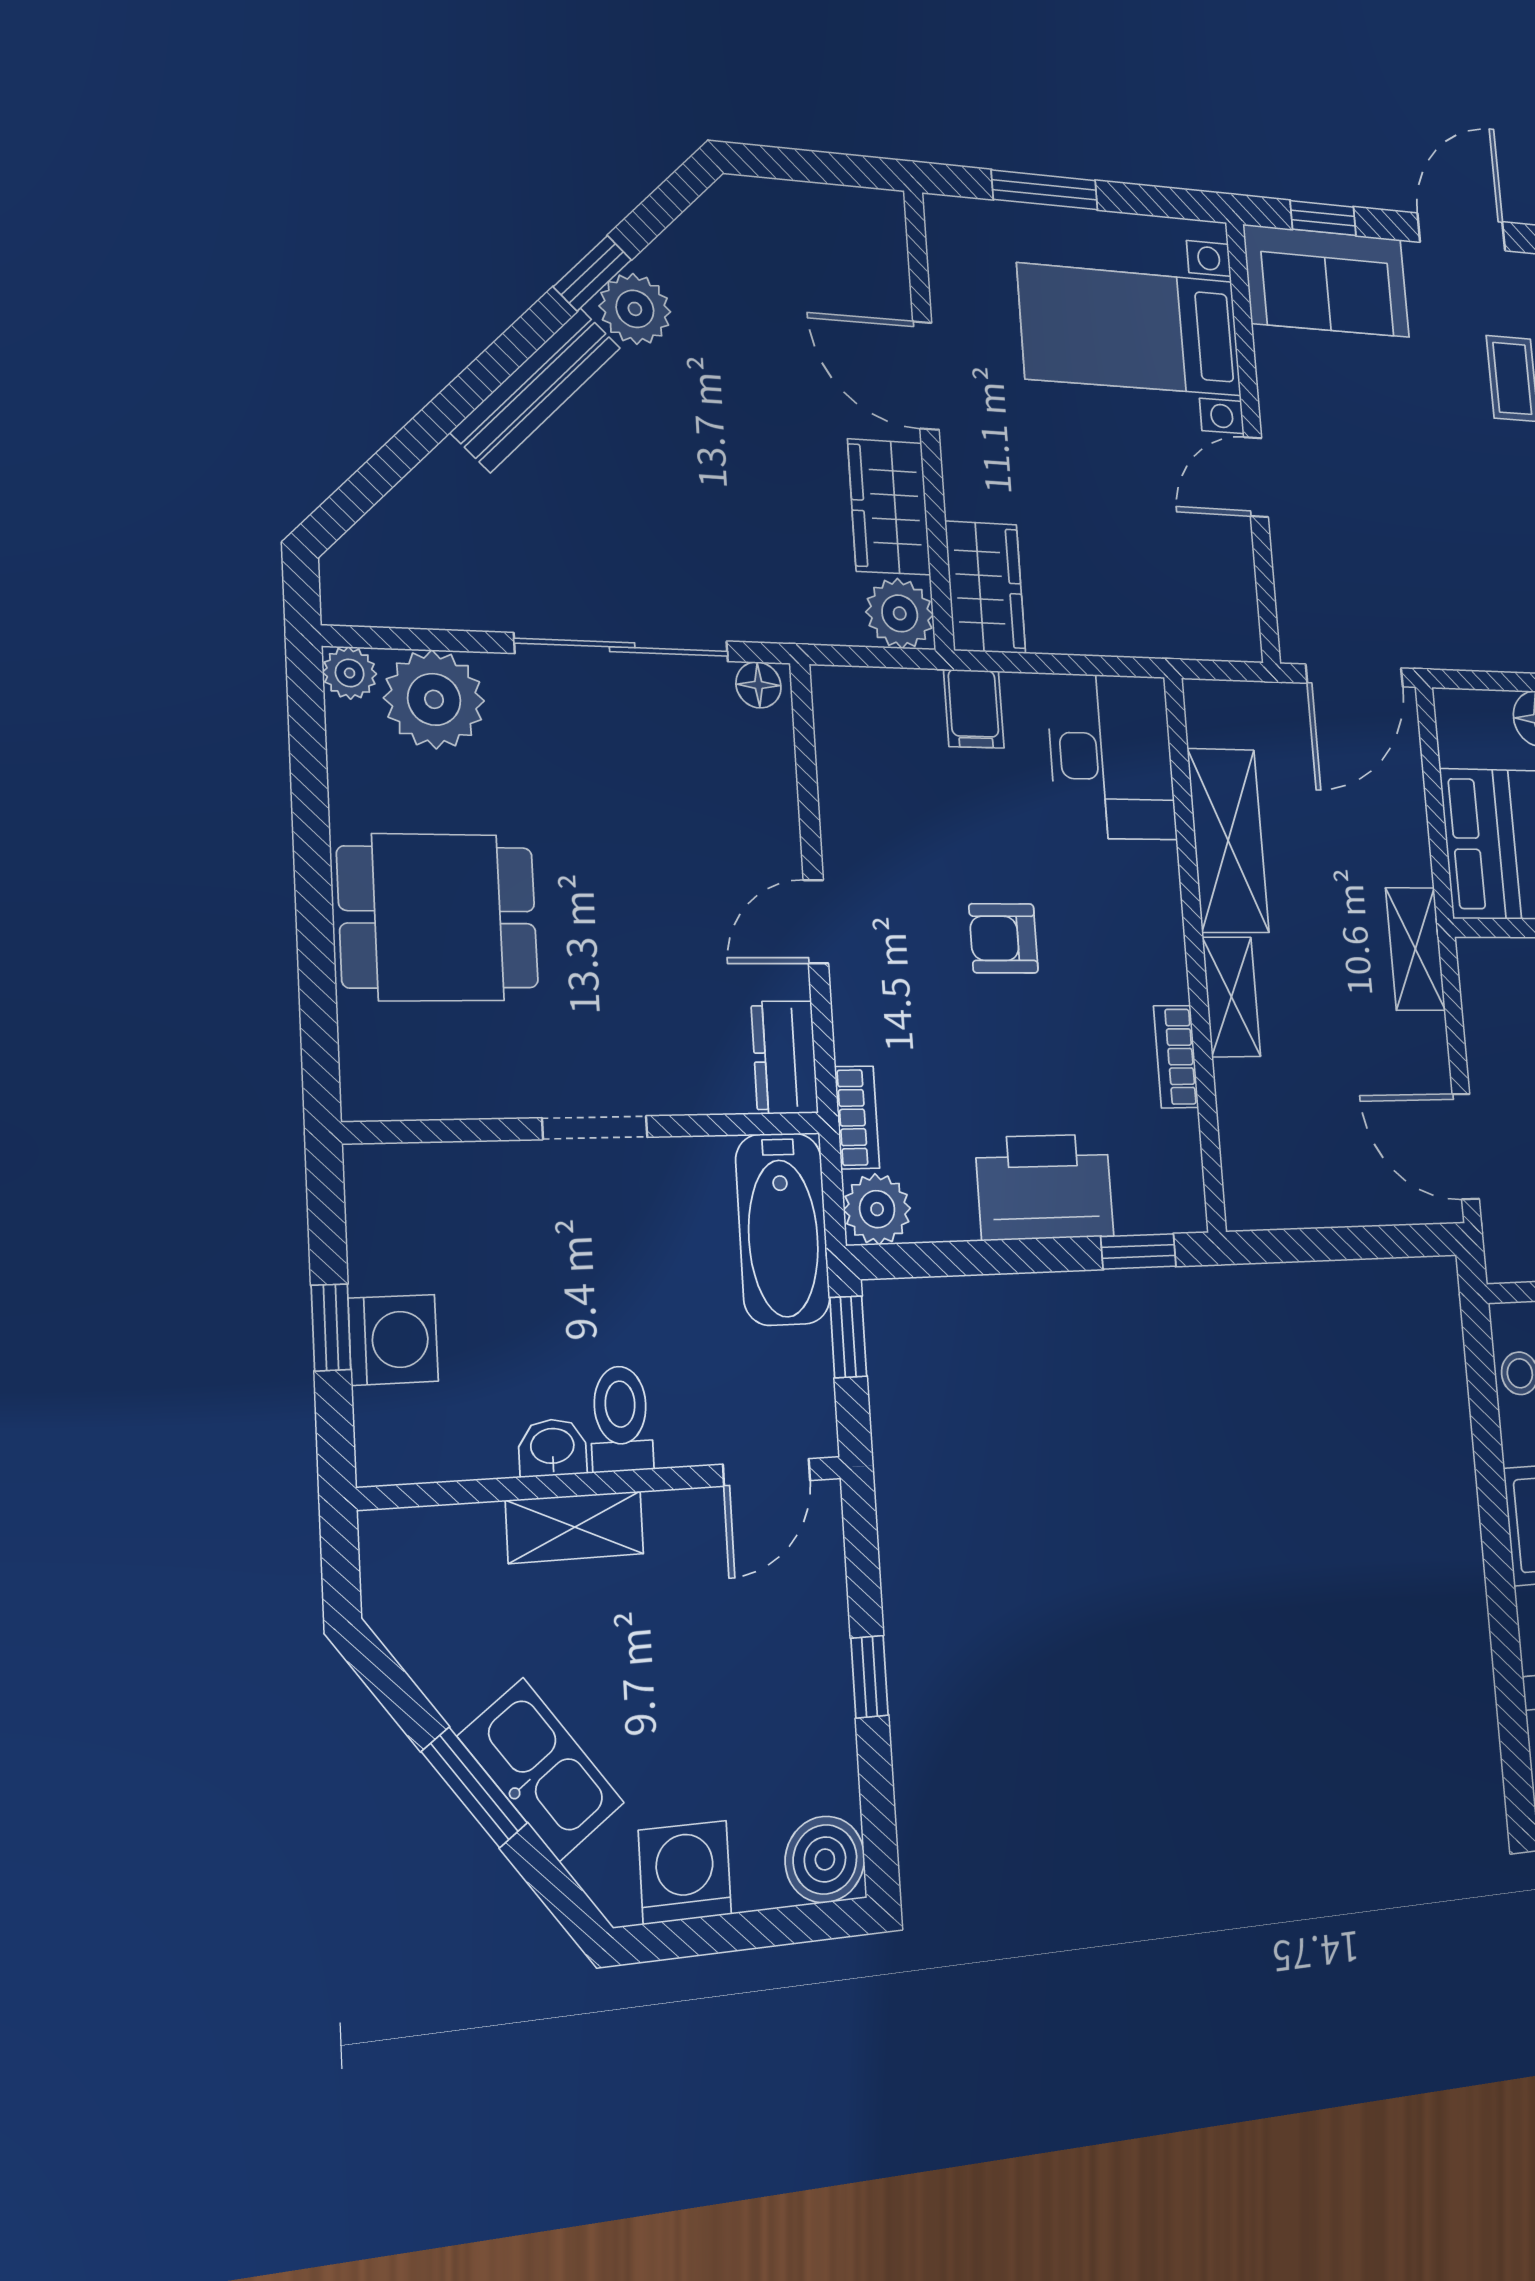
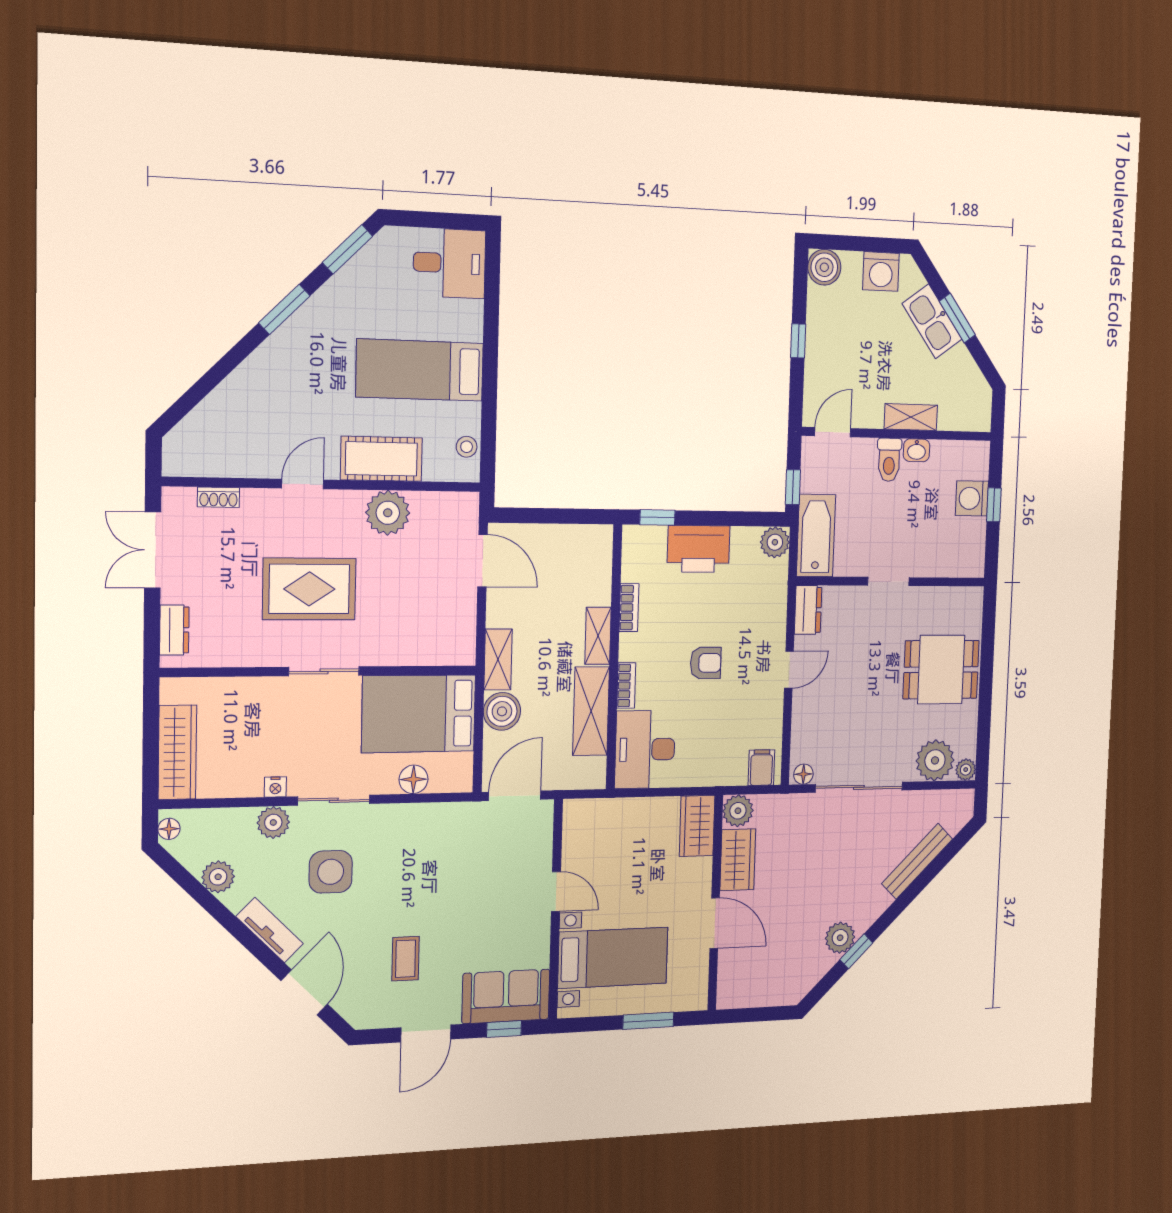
bench: (536, 390) -> (917, 861), moved
door: (1256, 477) -> (556, 892), hinge flipped
filing cabinet: (974, 709) -> (761, 768), moved
boiler: (1397, 845) -> (502, 711), added
bookcase: (857, 1117) -> (626, 686), moved, turned 180

